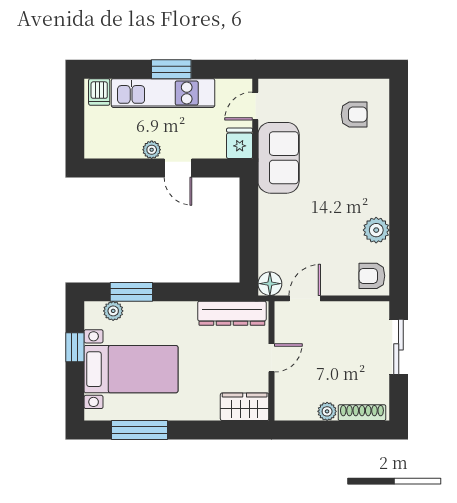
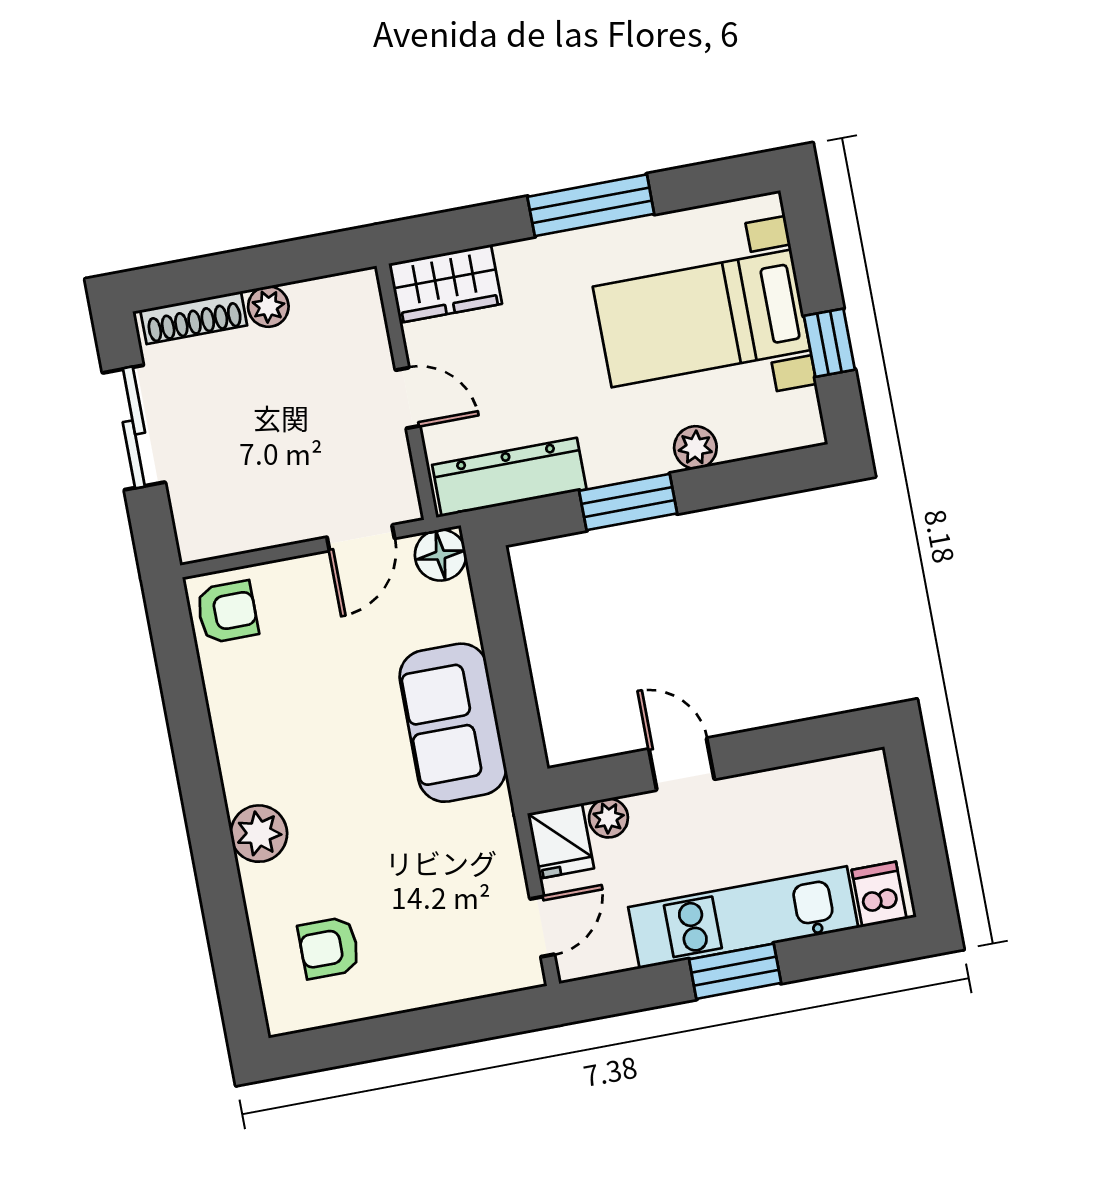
plant: (152, 150) -> (608, 818), moved
sofa: (279, 158) -> (453, 723), moved
plant: (376, 230) -> (259, 834), moved
window: (131, 292) -> (628, 502), moved
plant: (113, 311) -> (695, 447), moved
sliding door: (399, 347) -> (134, 427), moved
door: (271, 358) -> (408, 398), swing flipped
window: (139, 430) -> (591, 205), moved

